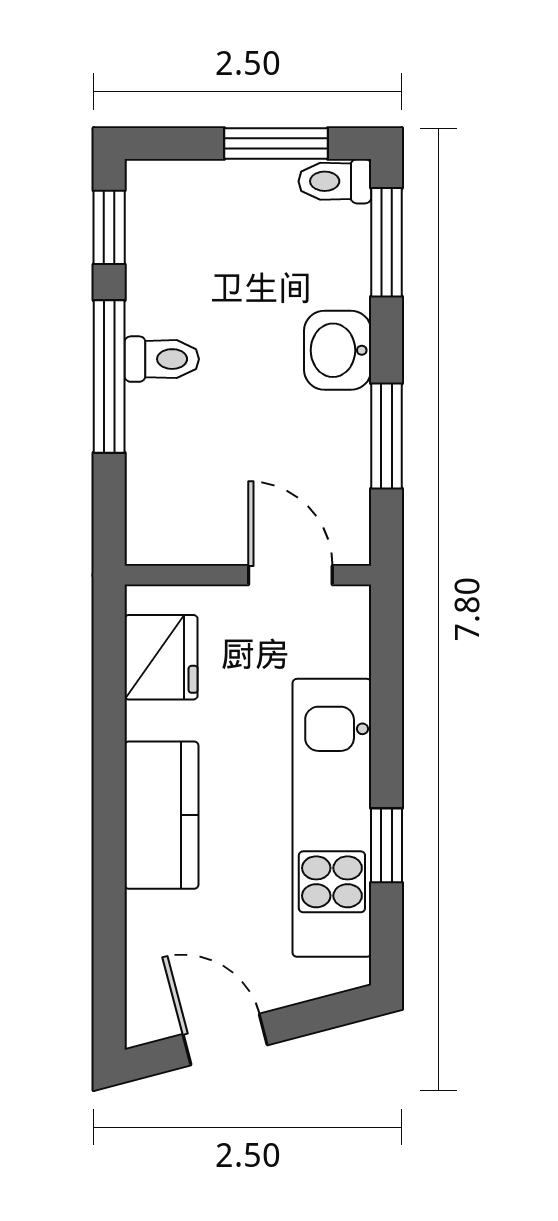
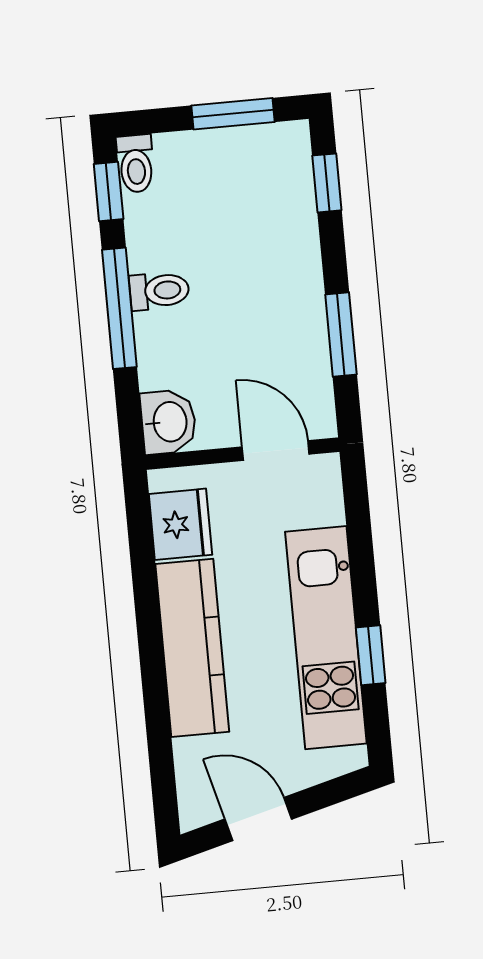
toilet: (335, 181) -> (136, 164), moved, turned -90
window: (387, 242) -> (327, 183), width x0.67
washbasin: (338, 350) -> (169, 422), moved, turned 180
kitchen counter: (161, 815) -> (192, 648), width x1.50

